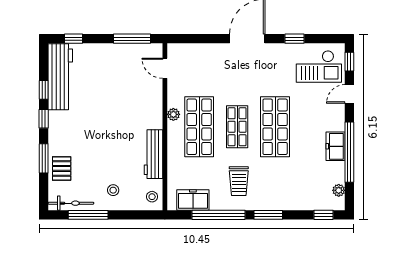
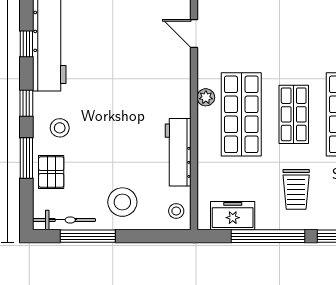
window: (44, 90) -> (26, 44), moved
stool: (68, 137) -> (60, 128), added
stool: (113, 190) -> (122, 202), width x1.89, depth x1.89

